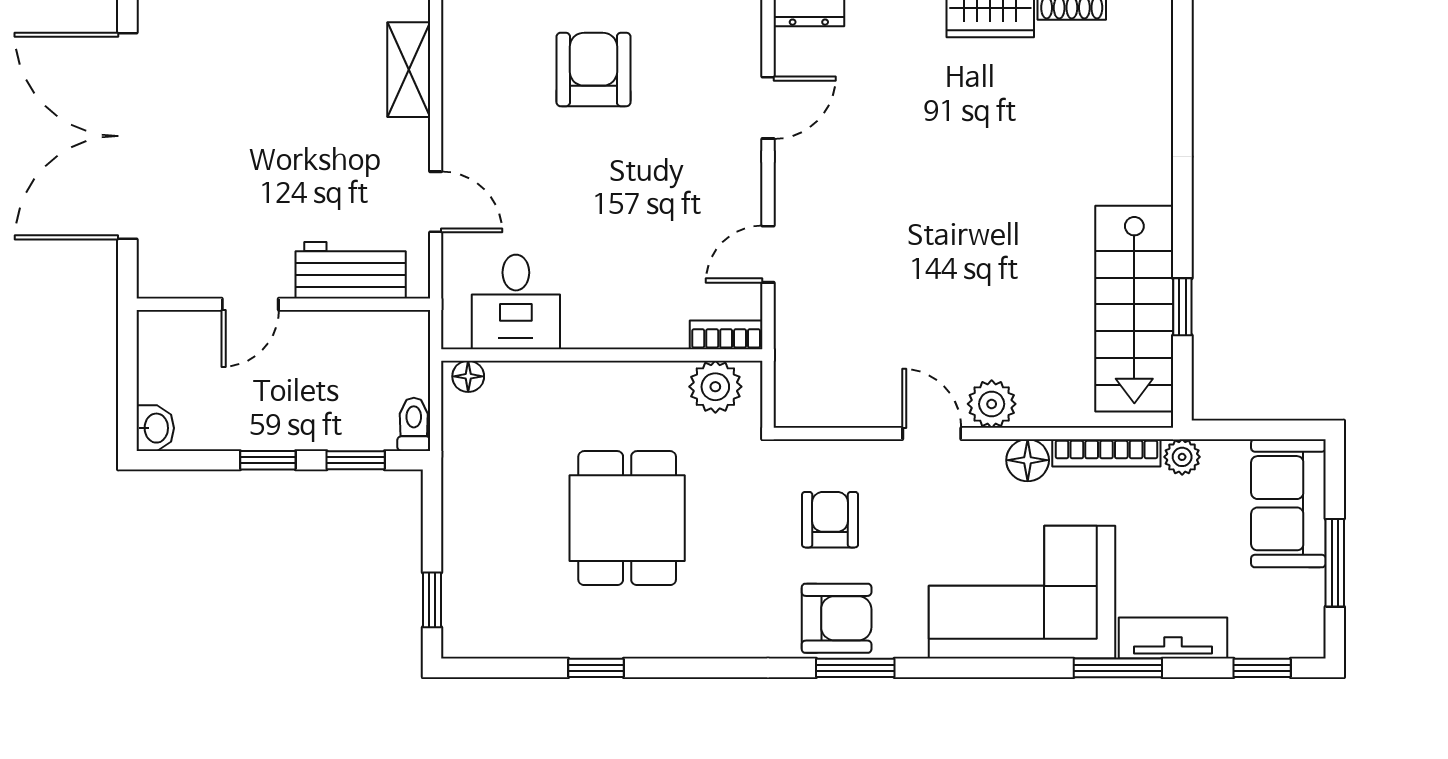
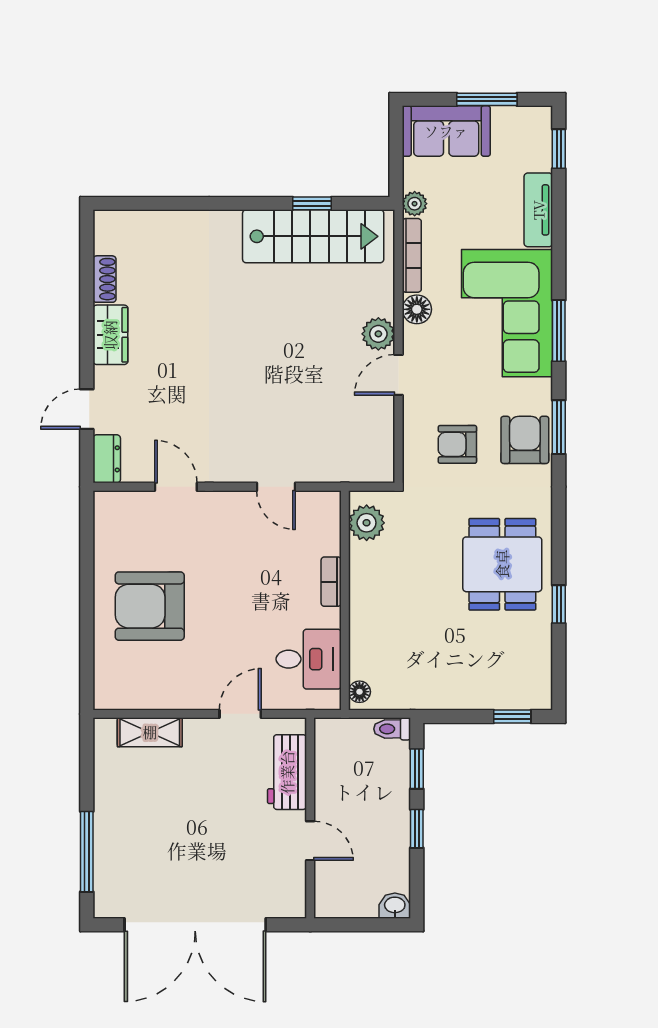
armchair: (593, 69) -> (150, 606), width x1.36, depth x1.36
bookcase: (726, 335) -> (331, 582), moved
dining table: (627, 518) -> (502, 564), moved, turned 90
window: (1118, 668) -> (559, 331), moved

